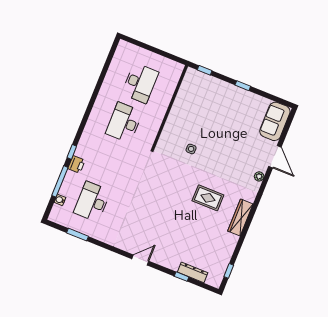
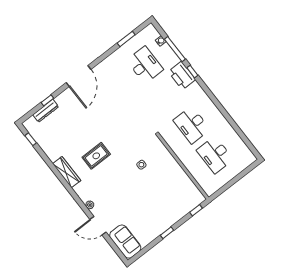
desk: (124, 123) -> (192, 125), turned 180
printer: (76, 164) -> (182, 76), width x1.87, depth x1.48
door: (140, 260) -> (79, 76), width x1.88

